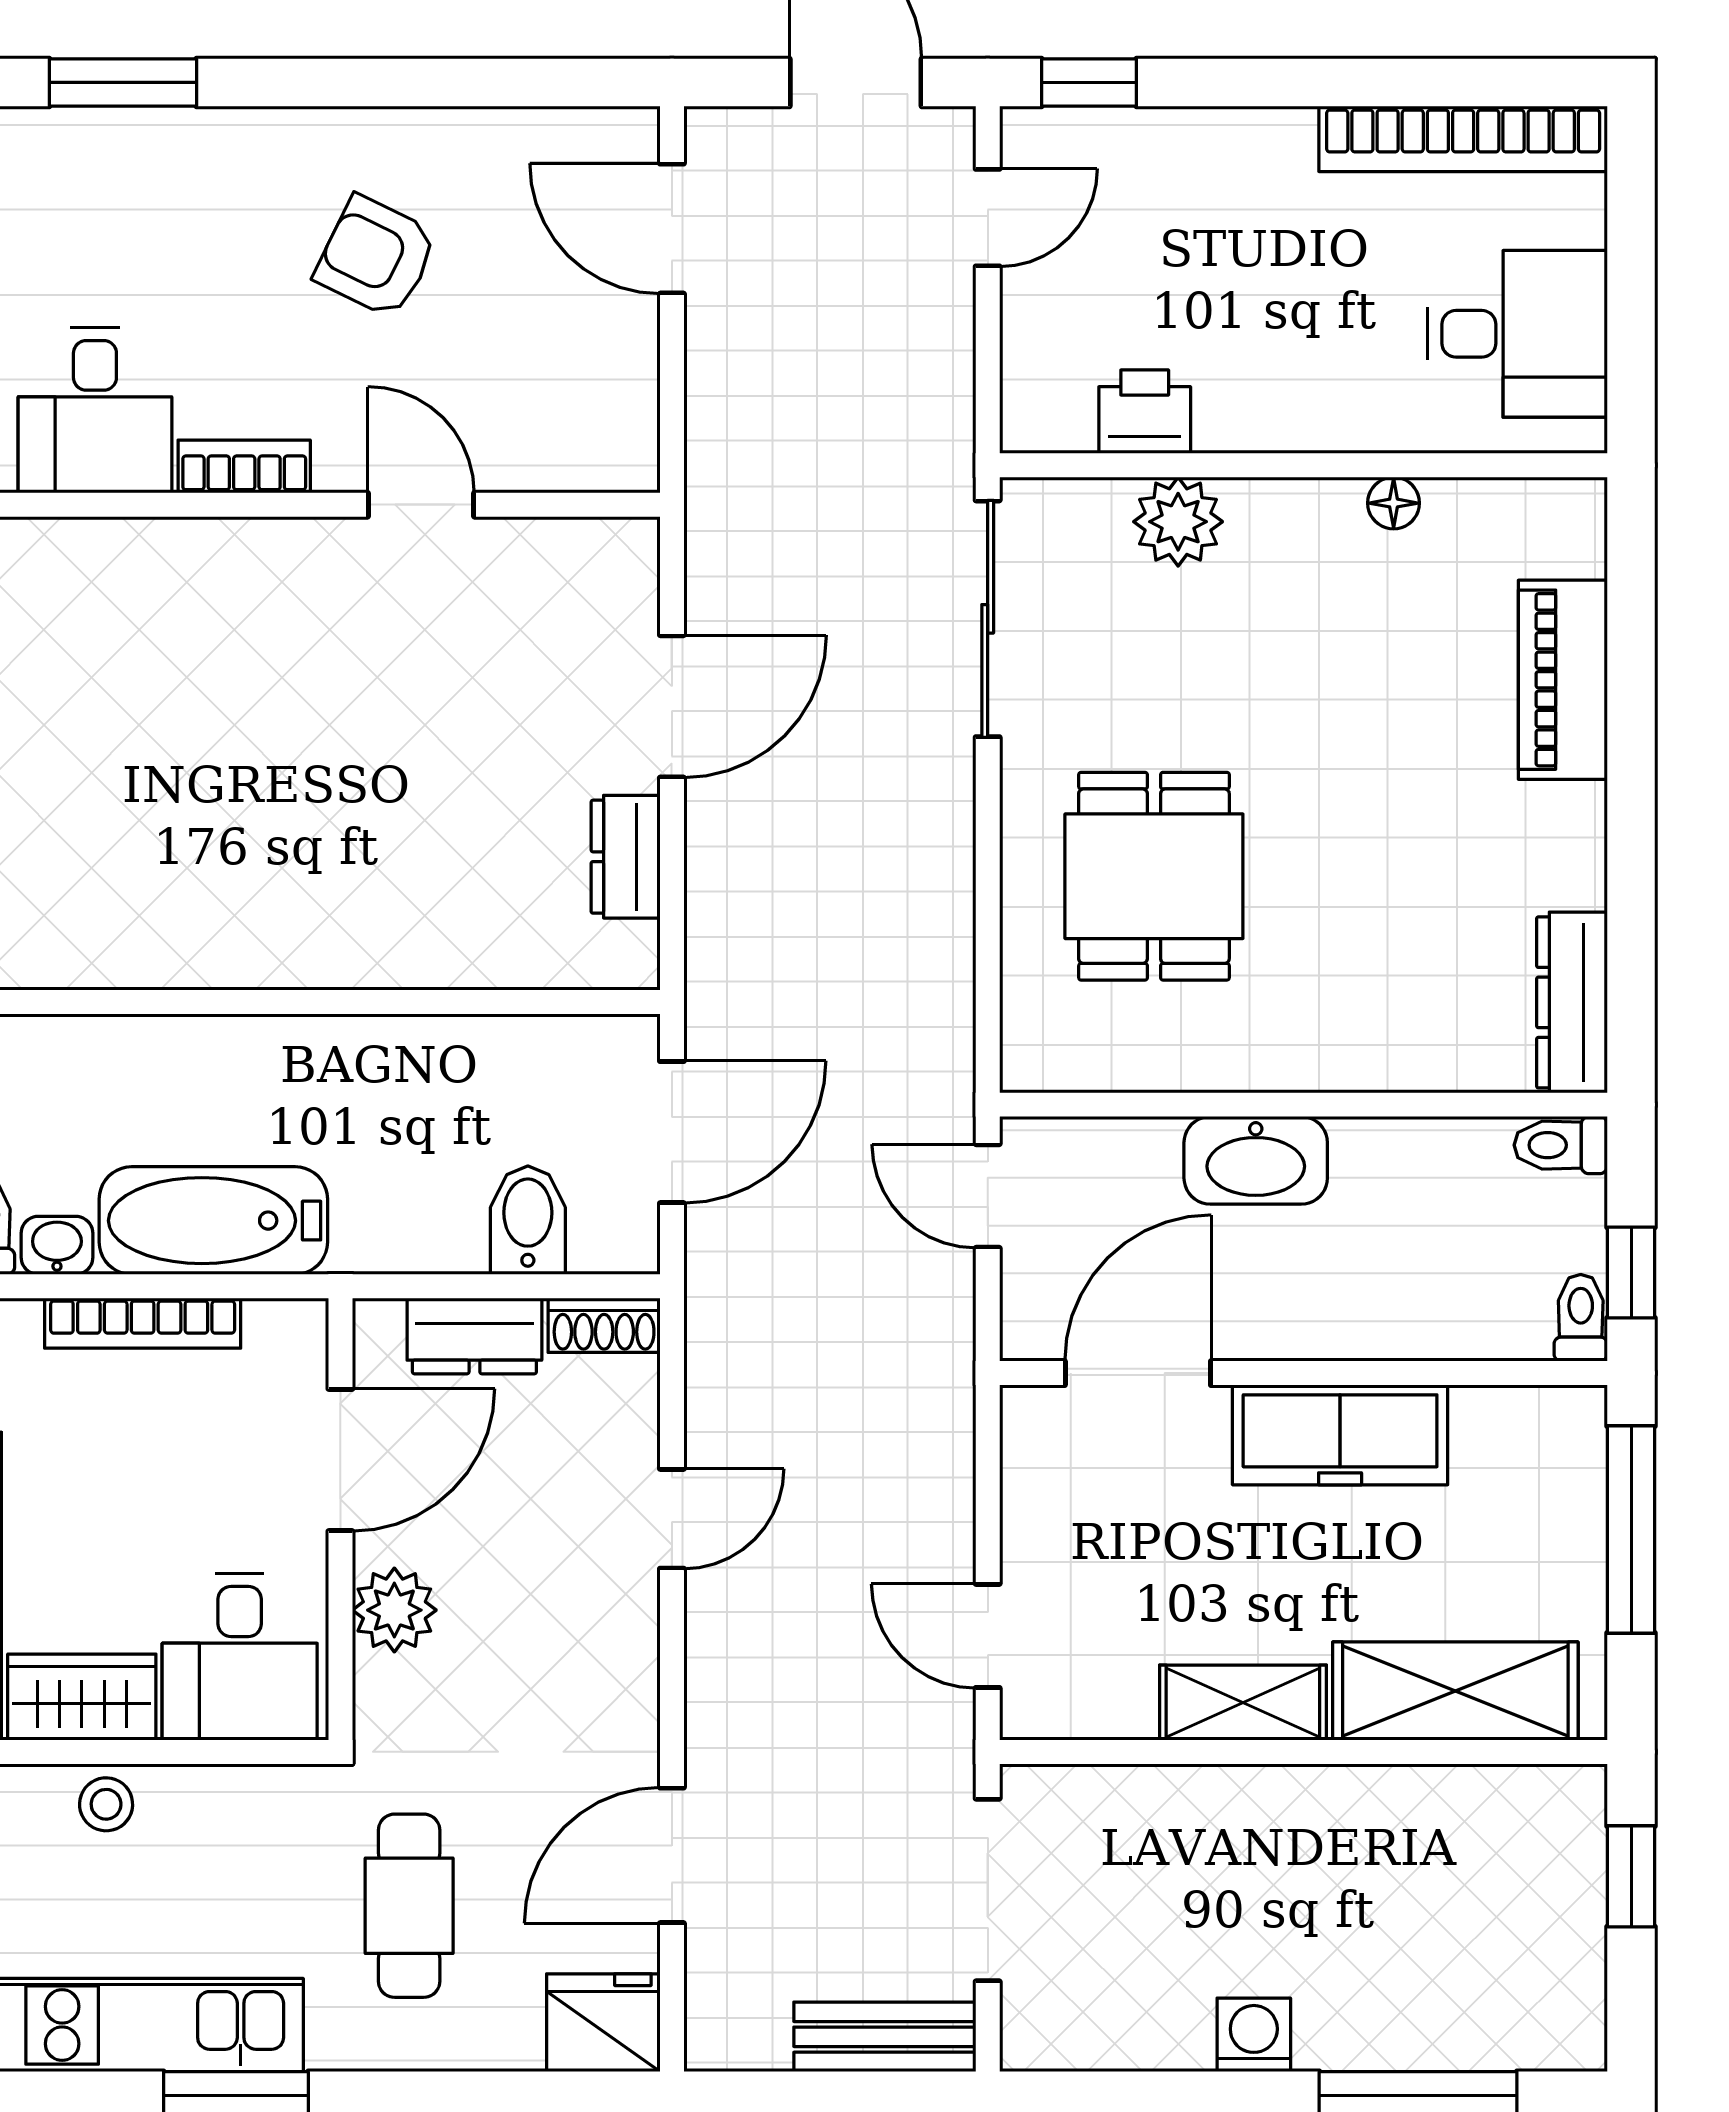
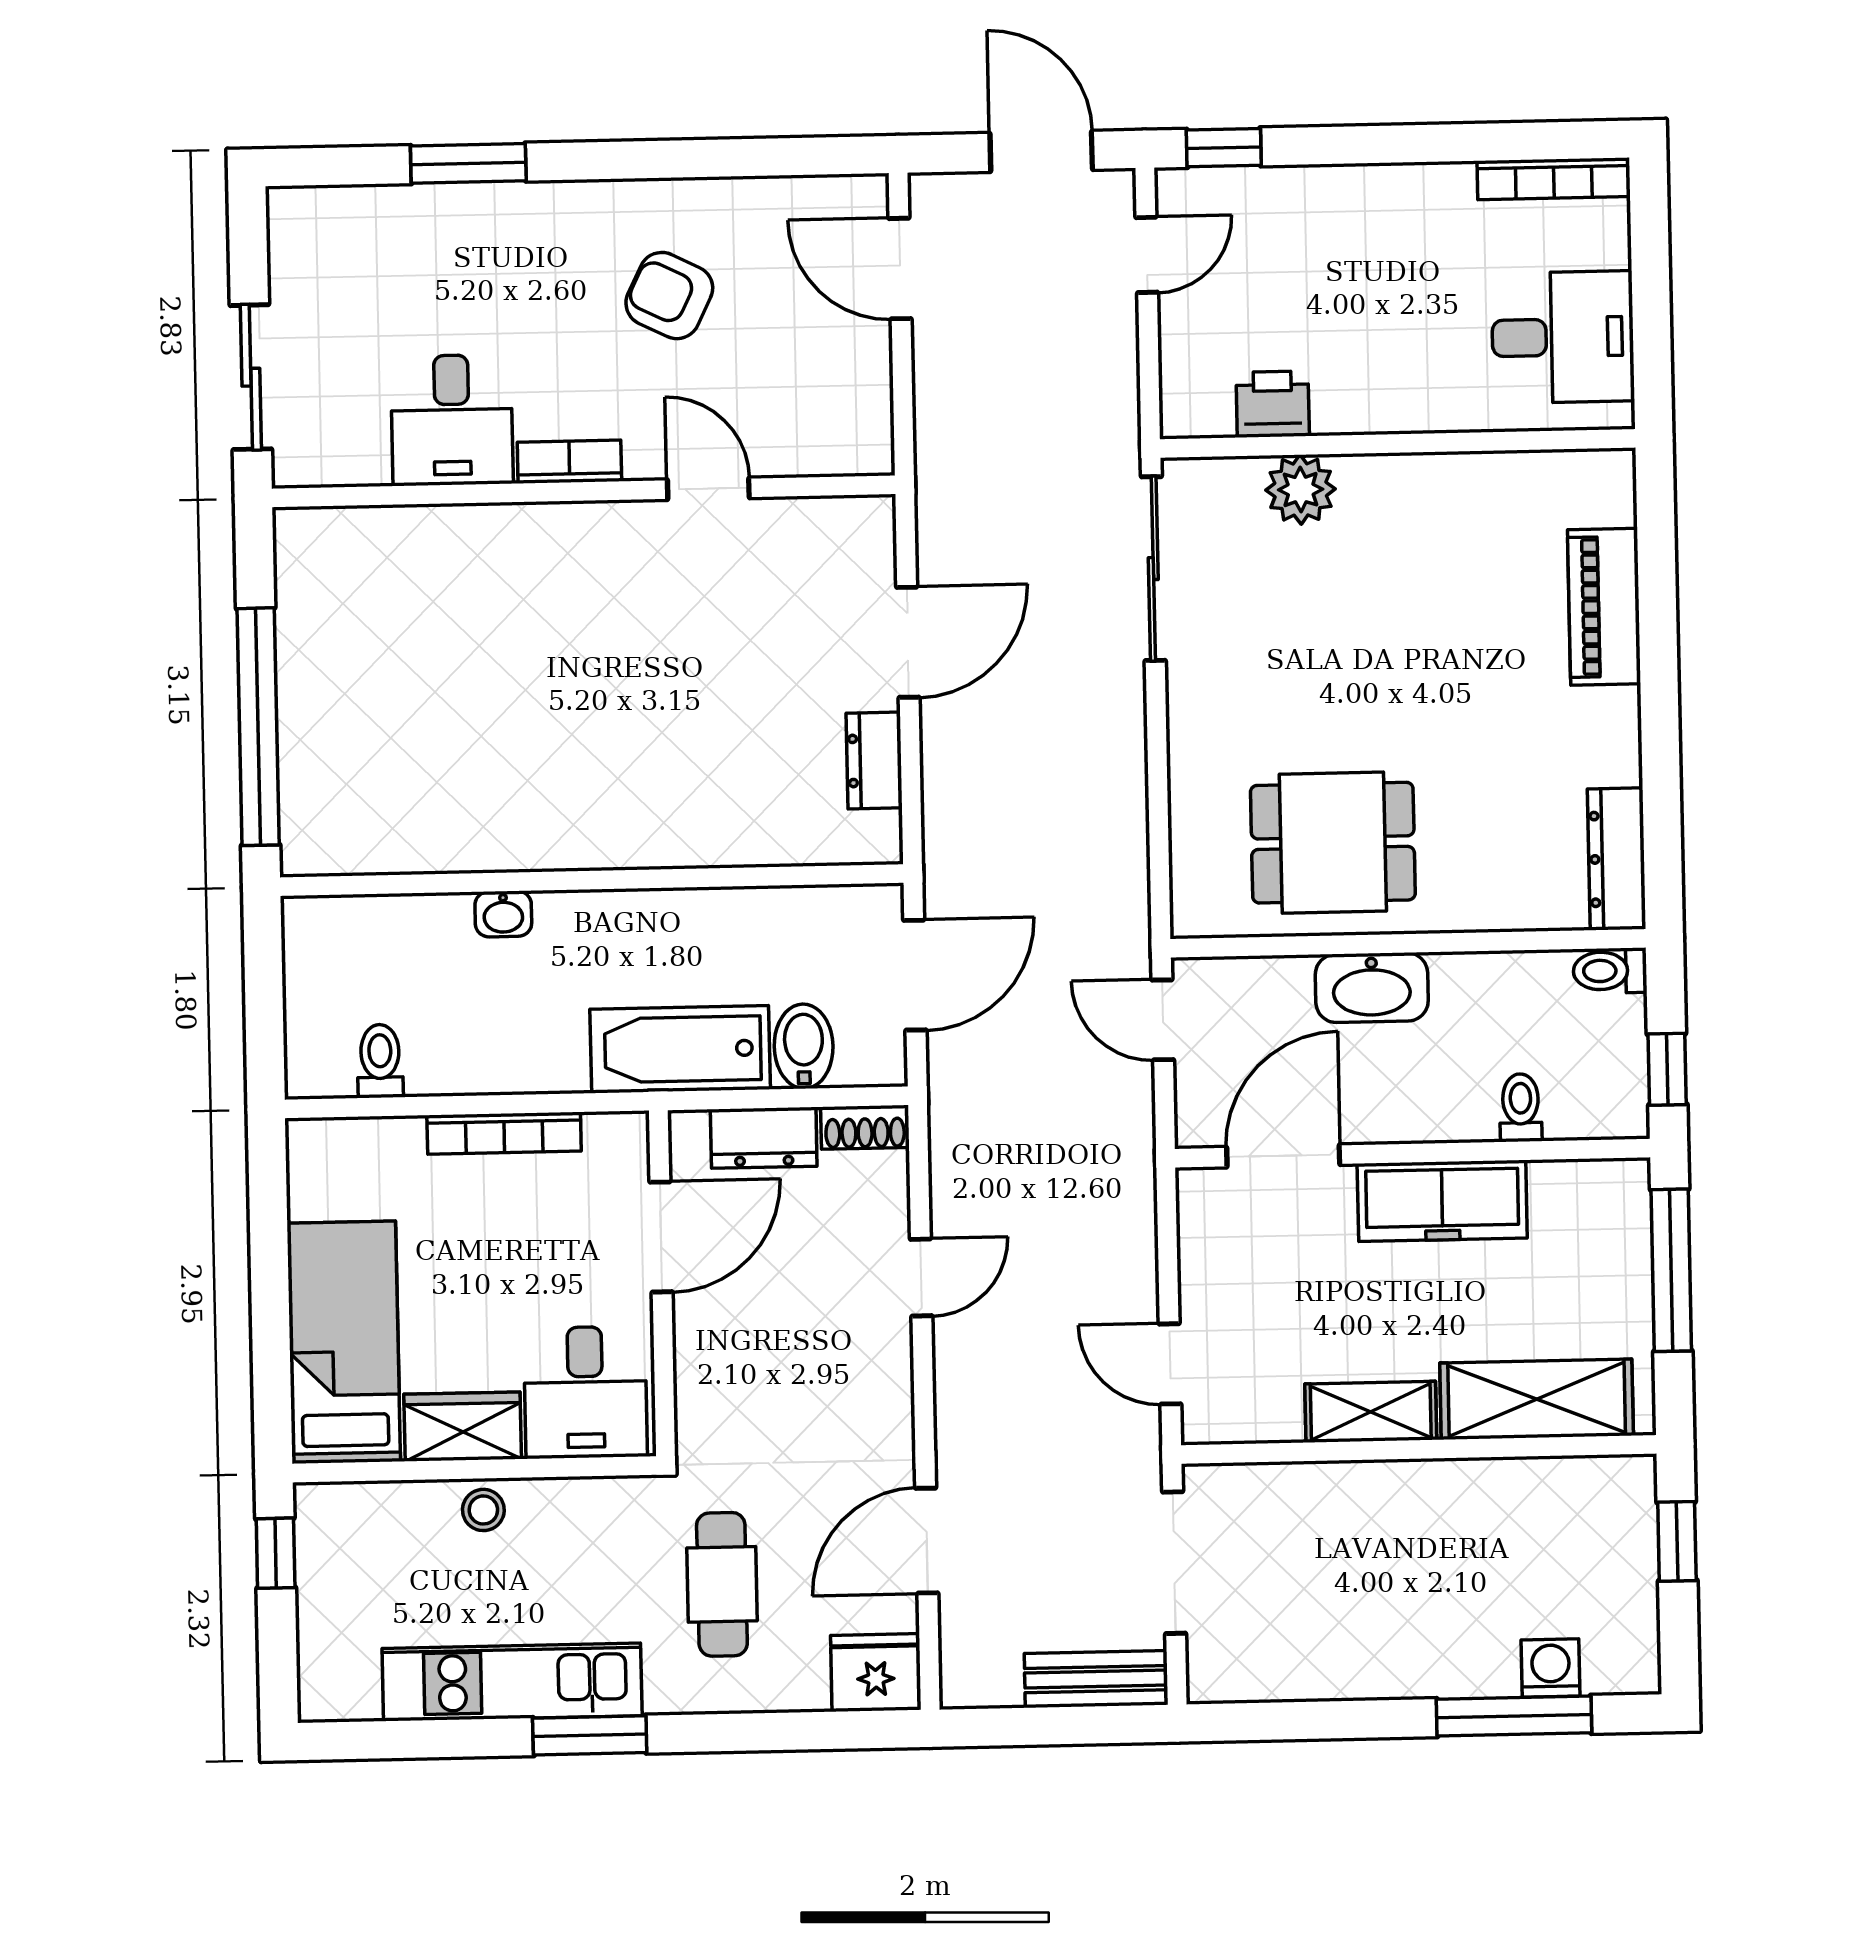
bookcase: (1463, 139) -> (1554, 179), width x0.68, depth x0.76
floor lamp: (1394, 503) -> (1469, 471), removed
dining table: (1154, 876) -> (1333, 843), moved, turned 90
bathtub: (213, 1221) -> (680, 1049), moved
washbasin: (57, 1245) -> (503, 914), moved, turned 180
toilet: (1581, 1318) -> (1521, 1108), moved
plant: (394, 1610) -> (706, 1353), removed
washing machine: (1254, 2035) -> (1551, 1668), moved

